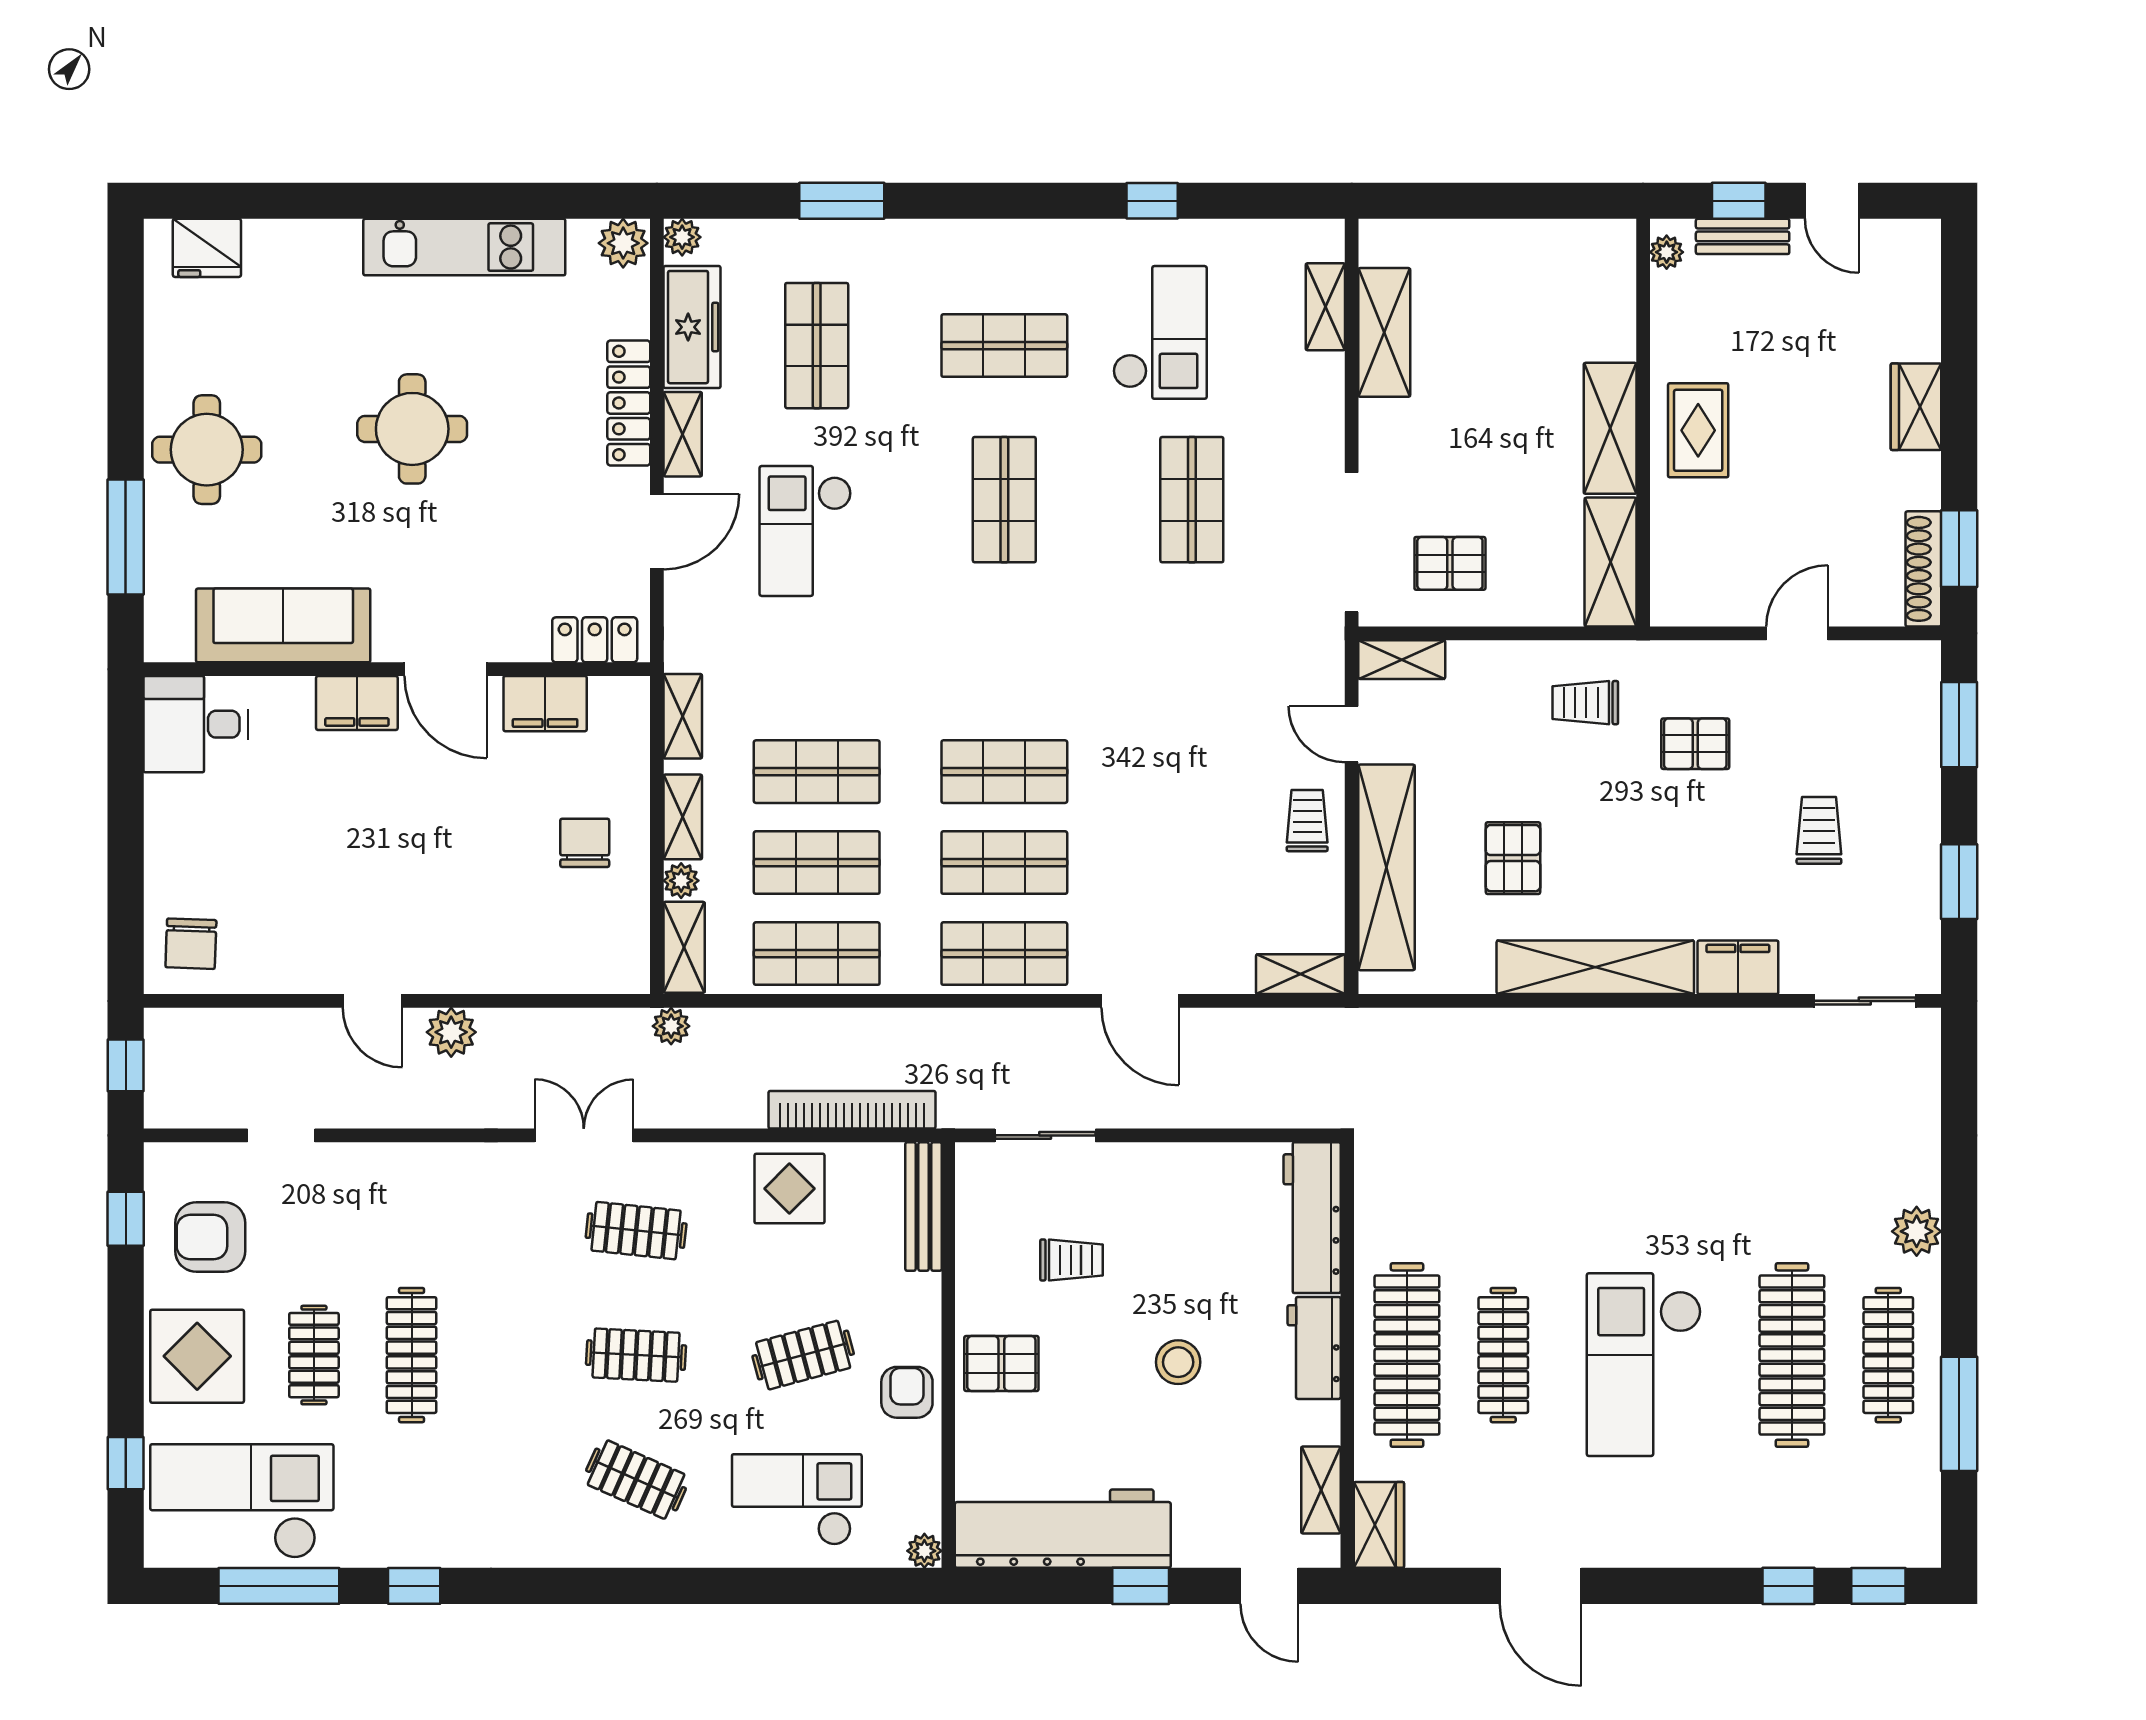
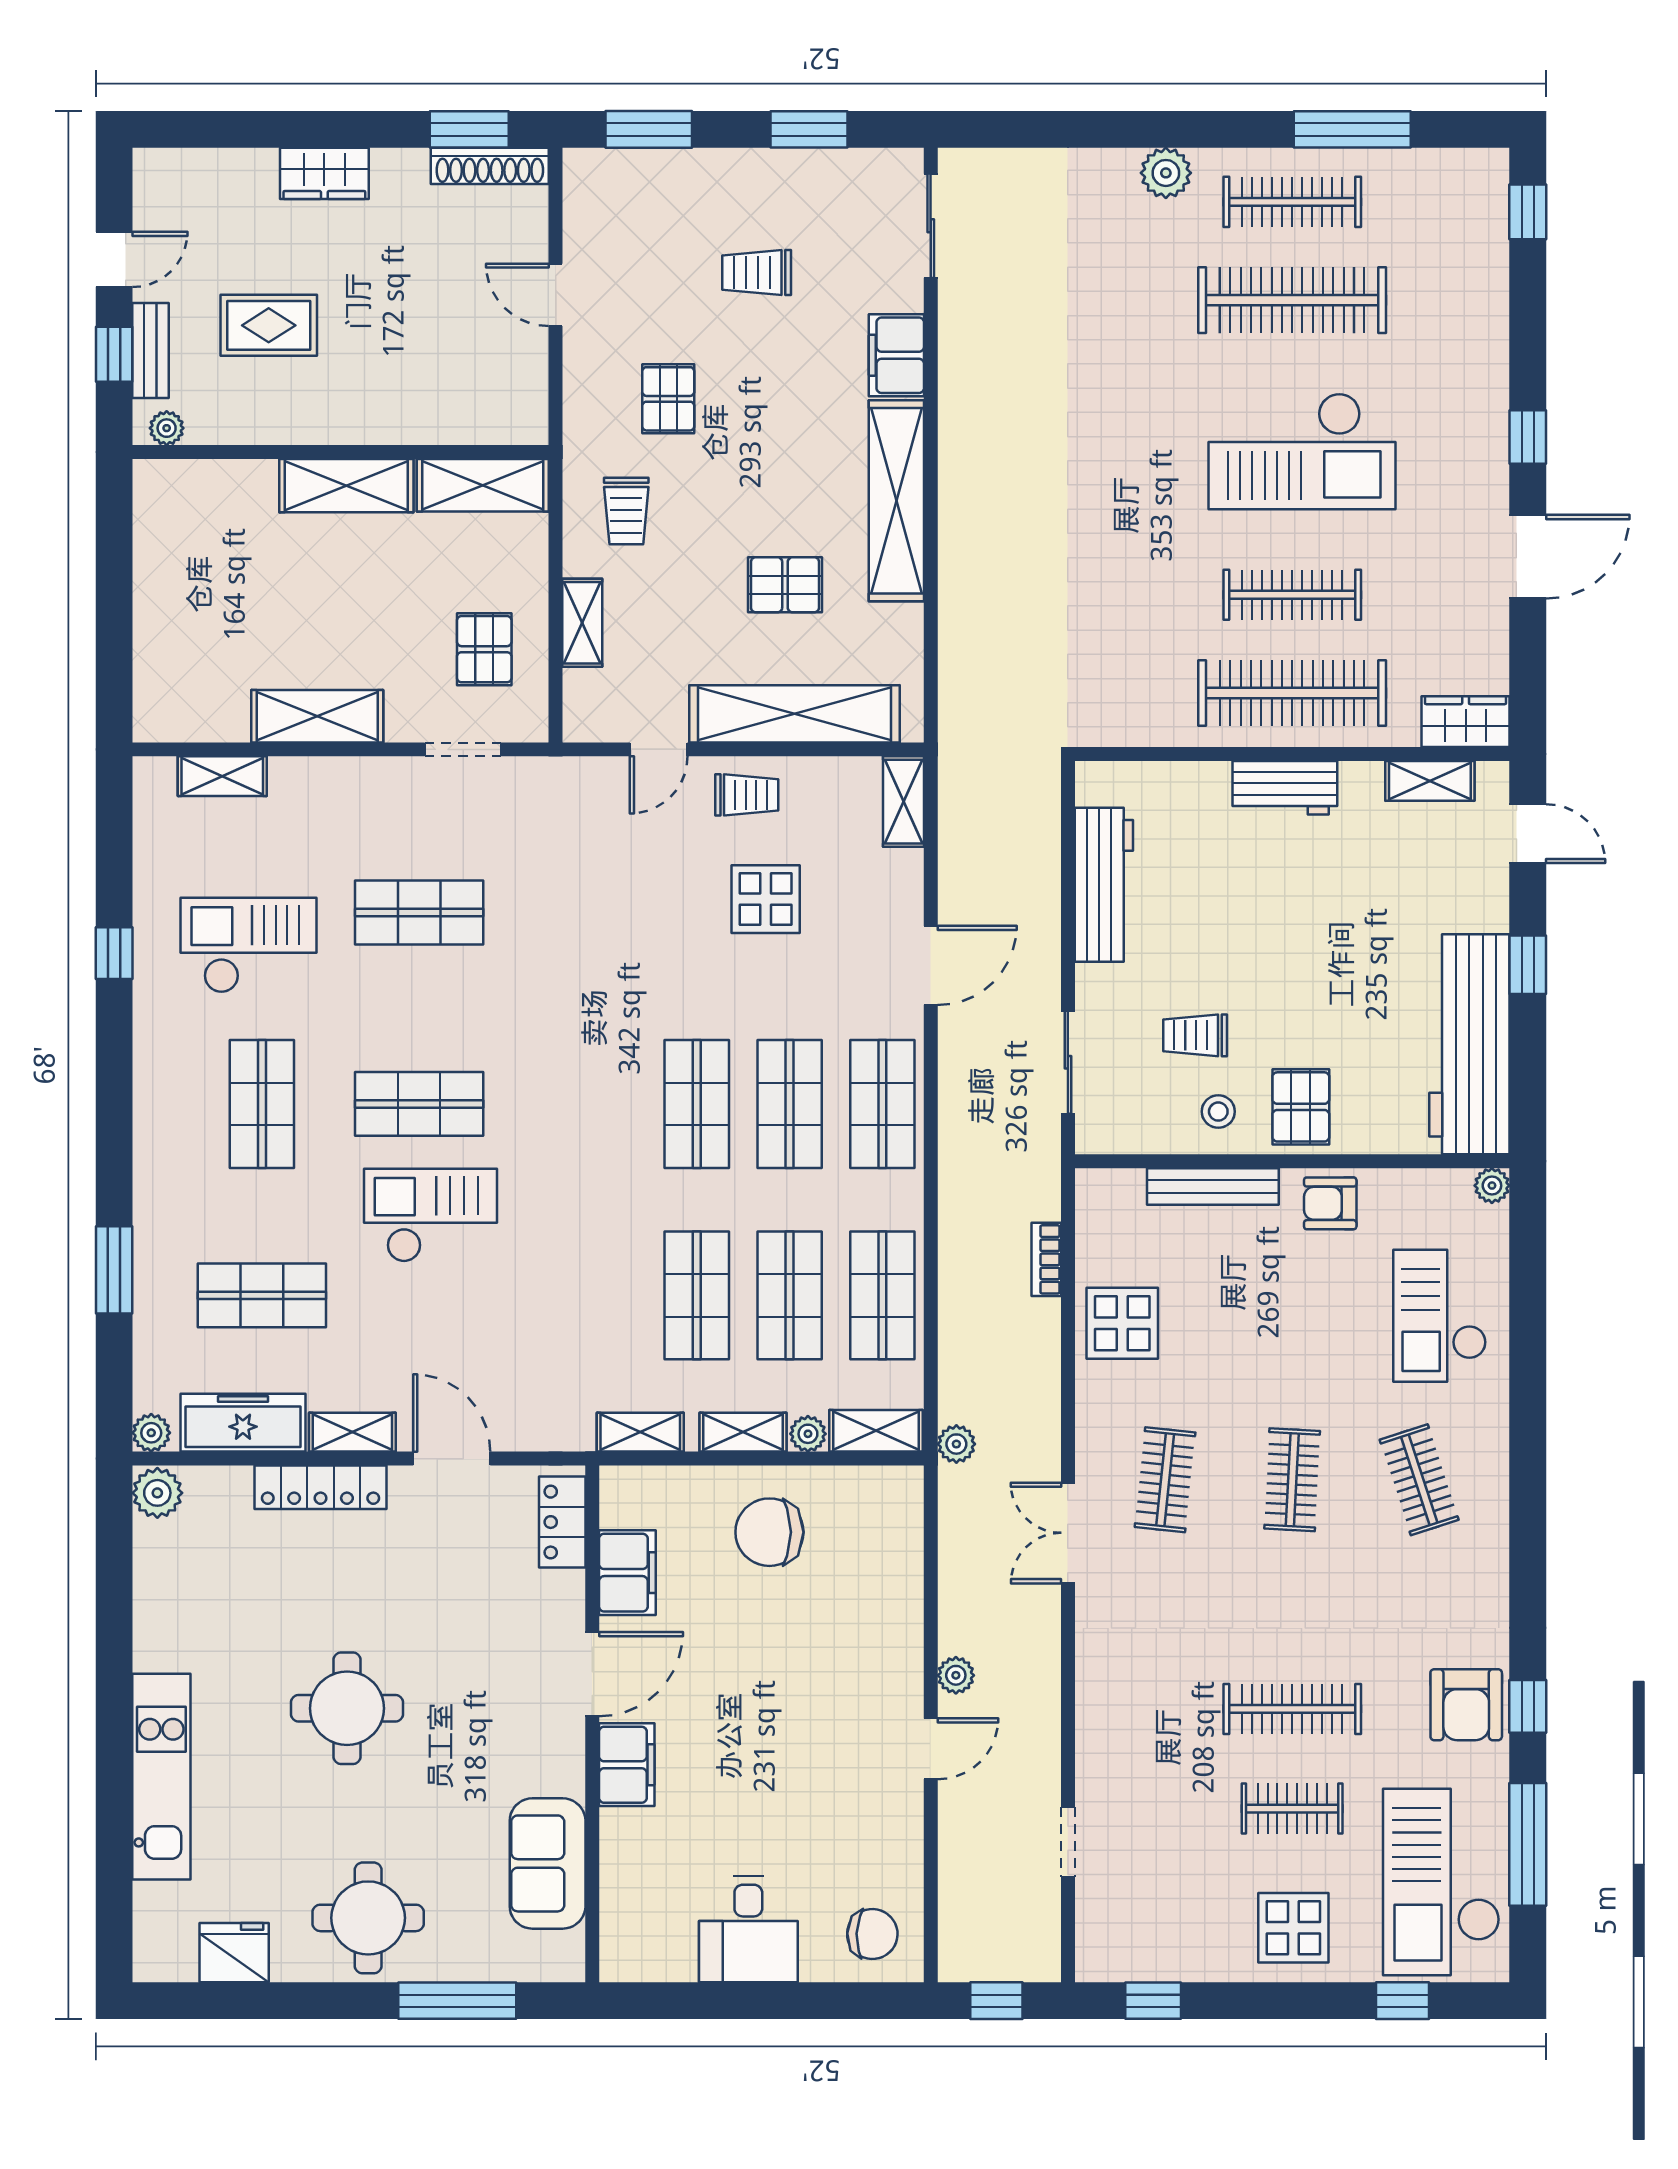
kitchen unit: (464, 247) -> (161, 1777), moved
fridge: (207, 248) -> (234, 1953), moved, turned -90
shelving: (1384, 332) -> (317, 716), moved
rug: (1698, 430) -> (269, 325), moved
checkout: (805, 531) -> (431, 1215), moved, turned 180
doorway: (1352, 542) -> (463, 749), width x0.53
sofa: (283, 625) -> (548, 1863), width x0.73
shelving: (1402, 660) -> (582, 623), moved
desk: (196, 724) -> (748, 1929), moved
trolley: (1307, 821) -> (747, 795), turned 180
display table: (1205, 839) -> (766, 899), added
chair: (585, 843) -> (769, 1532), width x1.37, depth x1.37
plant: (451, 1032) -> (956, 1675), width x0.73, depth x0.73
bookcase: (852, 1110) -> (1046, 1259), width x0.43, depth x0.76
bench: (923, 1207) -> (1213, 1186), moved
workbench: (1312, 1218) -> (1104, 885), moved, turned -90
armchair: (210, 1237) -> (1466, 1705), moved
trolley: (1072, 1260) -> (1195, 1035), turned -90
clothes rail: (803, 1355) -> (1292, 1309), removed
display table: (197, 1356) -> (1293, 1928), width x0.73, depth x0.73
stool: (1178, 1362) -> (1218, 1112), moved, width x0.73, depth x0.73
clothes rail: (636, 1480) -> (1419, 1480), turned -42
door: (1269, 1586) -> (1528, 834), hinge flipped
window: (1788, 1586) -> (1528, 437), moved

